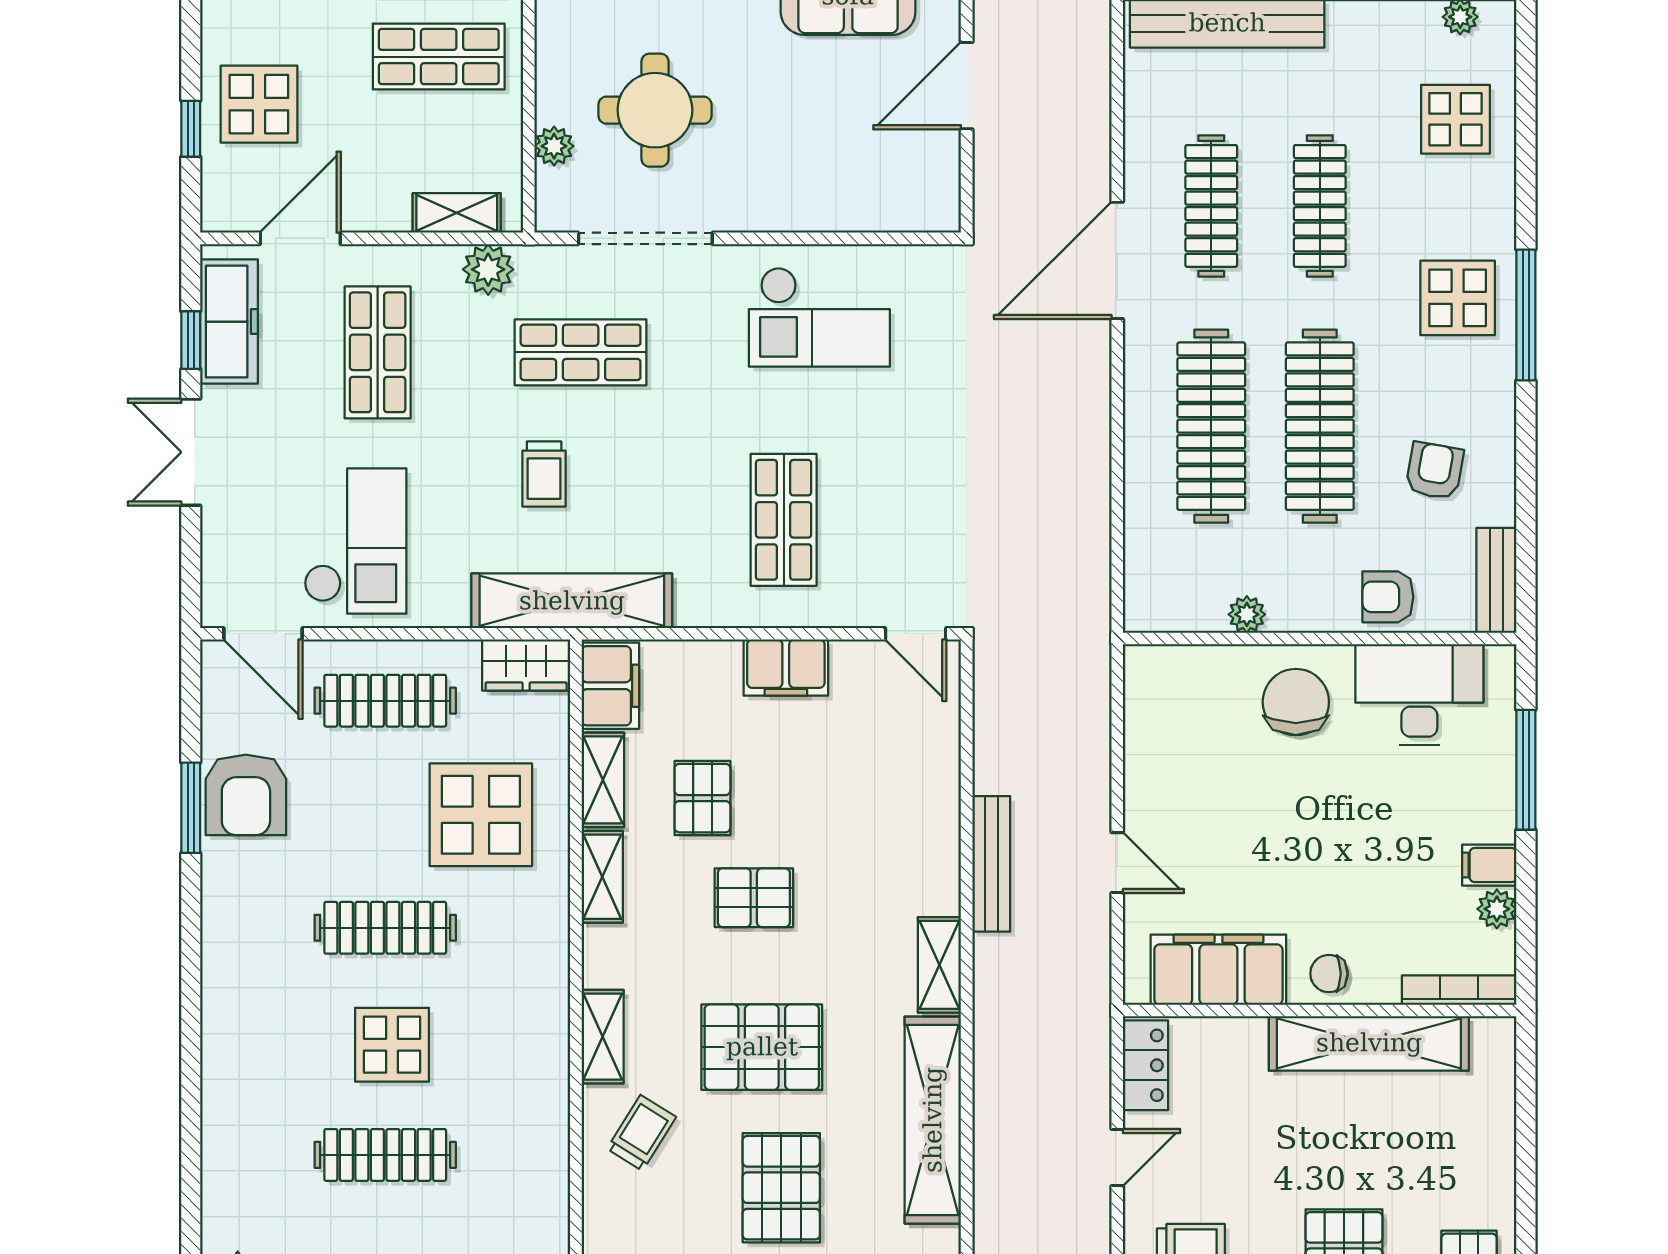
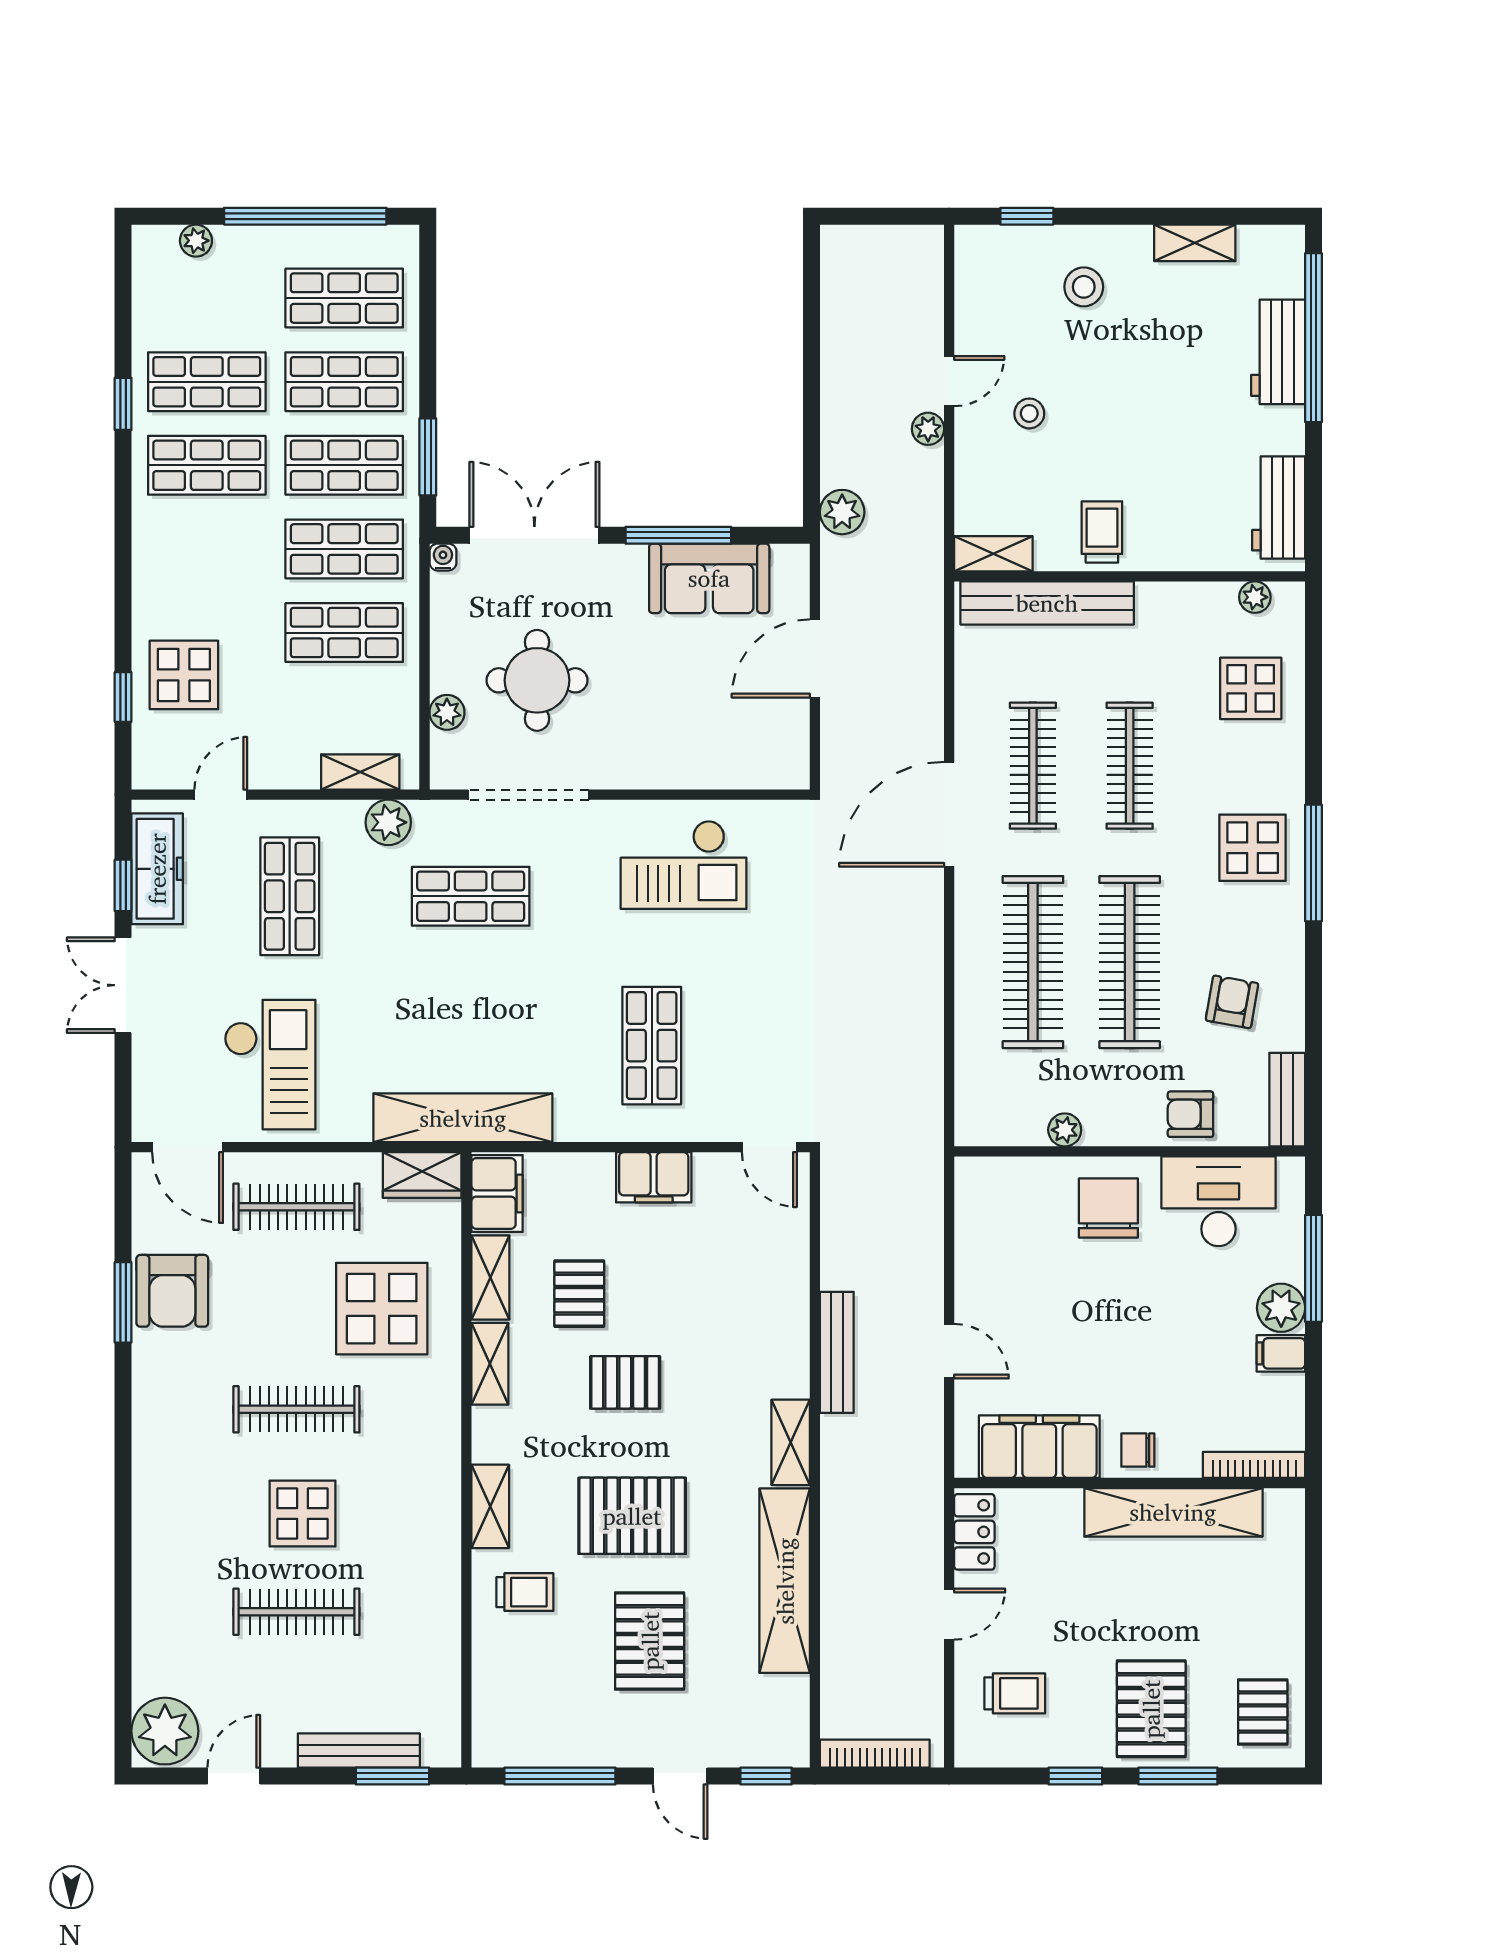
door: (300, 238) -> (221, 795), width x0.73
trolley: (544, 474) -> (438, 1005), removed
plant: (1497, 909) -> (1281, 1308), moved, width x1.38, depth x1.38
trolley: (641, 1133) -> (525, 1592), turned 58

